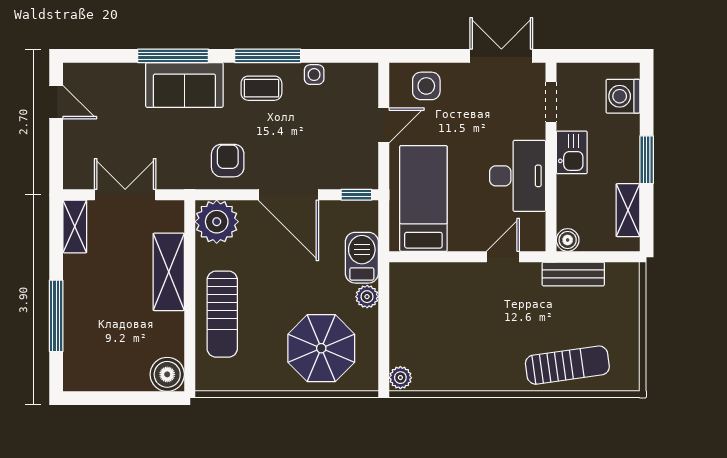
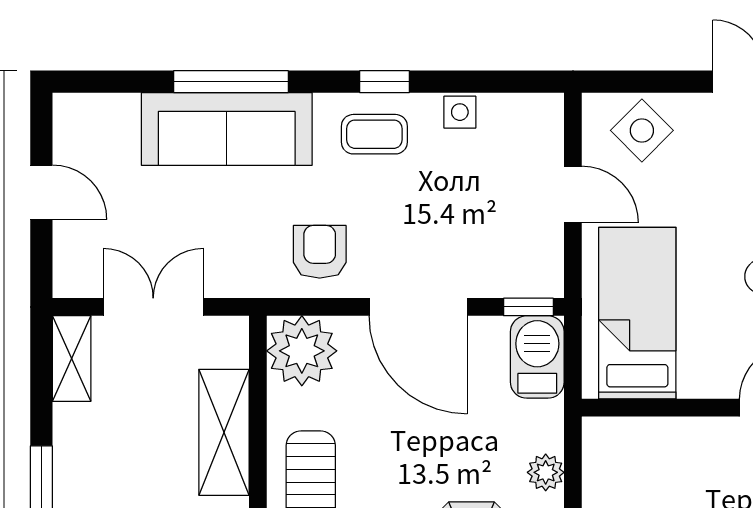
window: (268, 56) -> (384, 82), width x0.46
sofa: (184, 85) -> (227, 129), width x1.36
side table: (426, 86) -> (642, 130), turned 45
door: (56, 102) -> (41, 192), moved
door: (384, 125) -> (573, 195), hinge flipped
barbecue: (362, 258) -> (537, 357), moved

